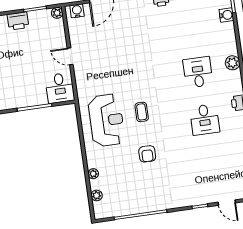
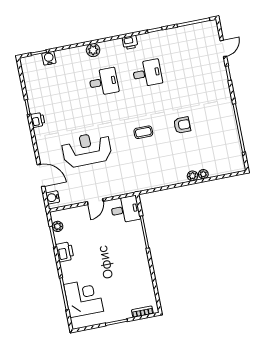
plant: (57, 13) -> (58, 226), moved
desk: (198, 72) -> (104, 82), turned 180
reception desk: (106, 120) -> (87, 150), moved
plant: (97, 195) -> (193, 176), moved

